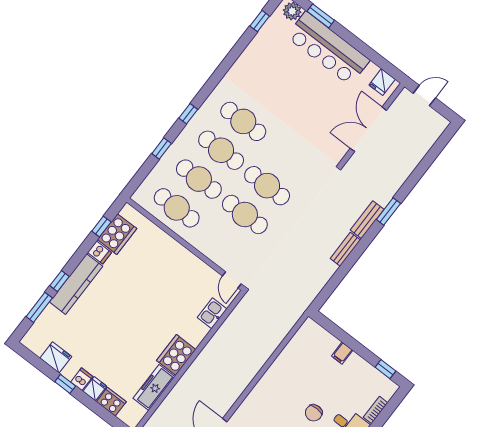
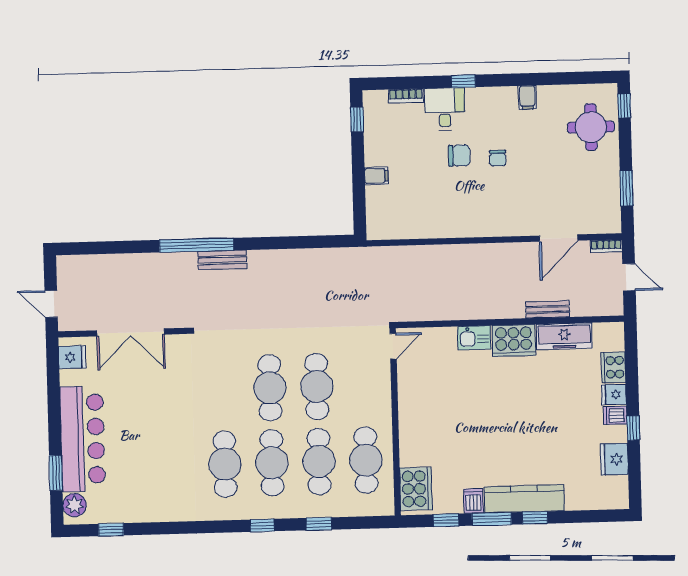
window: (388, 211) -> (196, 245), width x2.11
cooker: (117, 234) -> (416, 489), moved, turned 90
bench: (345, 249) -> (548, 309), moved
window: (39, 307) -> (492, 519), moved
kitchen sink: (212, 313) -> (474, 338), moved

